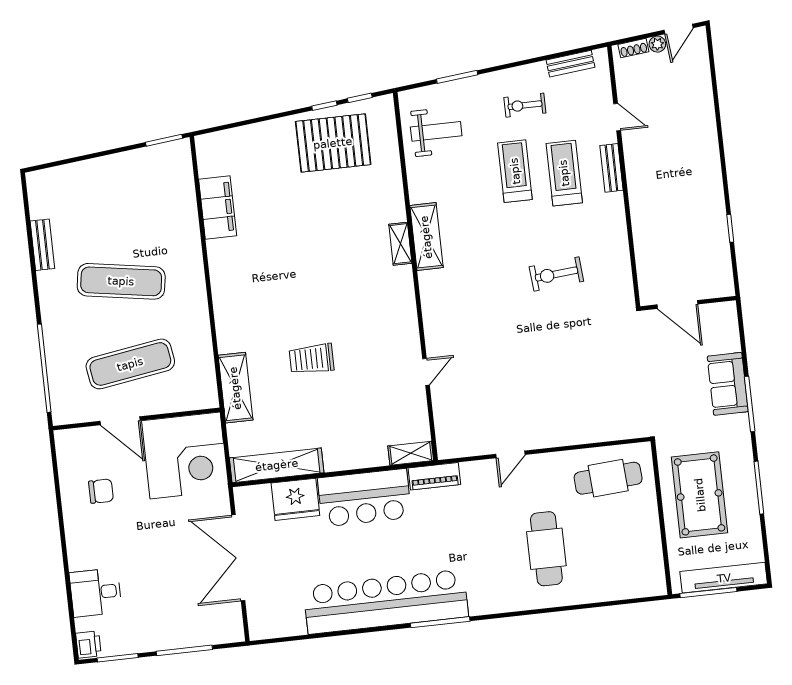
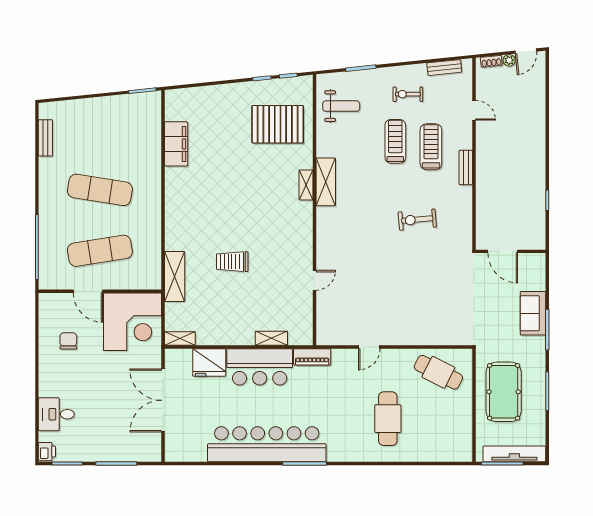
pallet: (333, 143) -> (278, 124), moved
bench: (611, 168) -> (466, 168), moved
bench: (42, 245) -> (45, 138), moved
shelving: (411, 453) -> (271, 338), moved
shelving: (277, 465) -> (180, 339), width x0.45, depth x0.75
cafe table: (608, 478) -> (438, 372), turned 31
chair: (101, 491) -> (68, 341), turned -90

